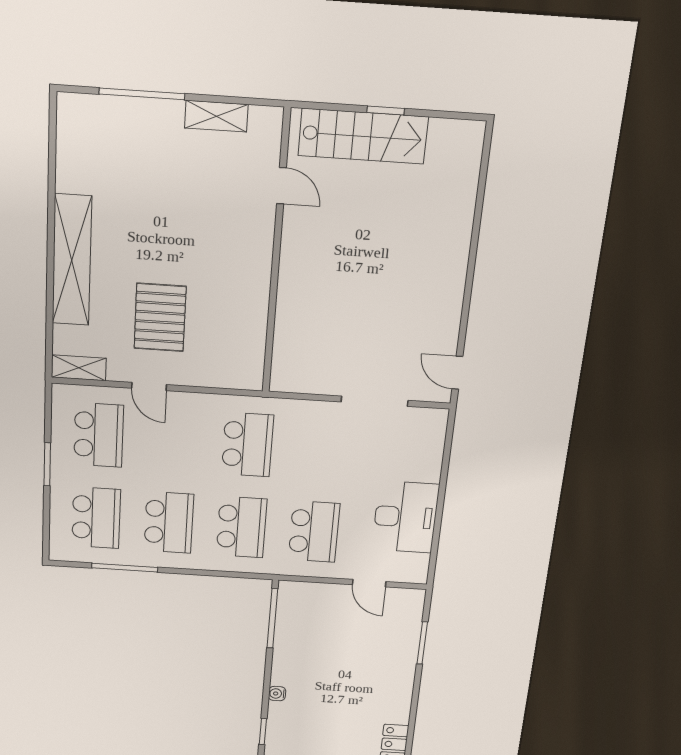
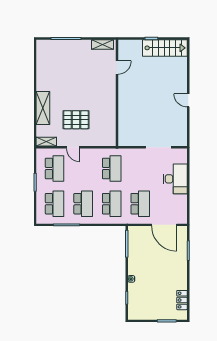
shelving: (216, 116) -> (102, 44), moved
stairs: (363, 136) -> (165, 48), moved
door: (281, 186) -> (117, 67), hinge flipped
shelving: (72, 260) -> (43, 108), width x0.68
pallet: (160, 317) -> (76, 120), turned 90
door: (457, 373) -> (188, 100), moved
desk: (406, 517) -> (175, 179), moved
door: (369, 583) -> (164, 225), width x1.87

